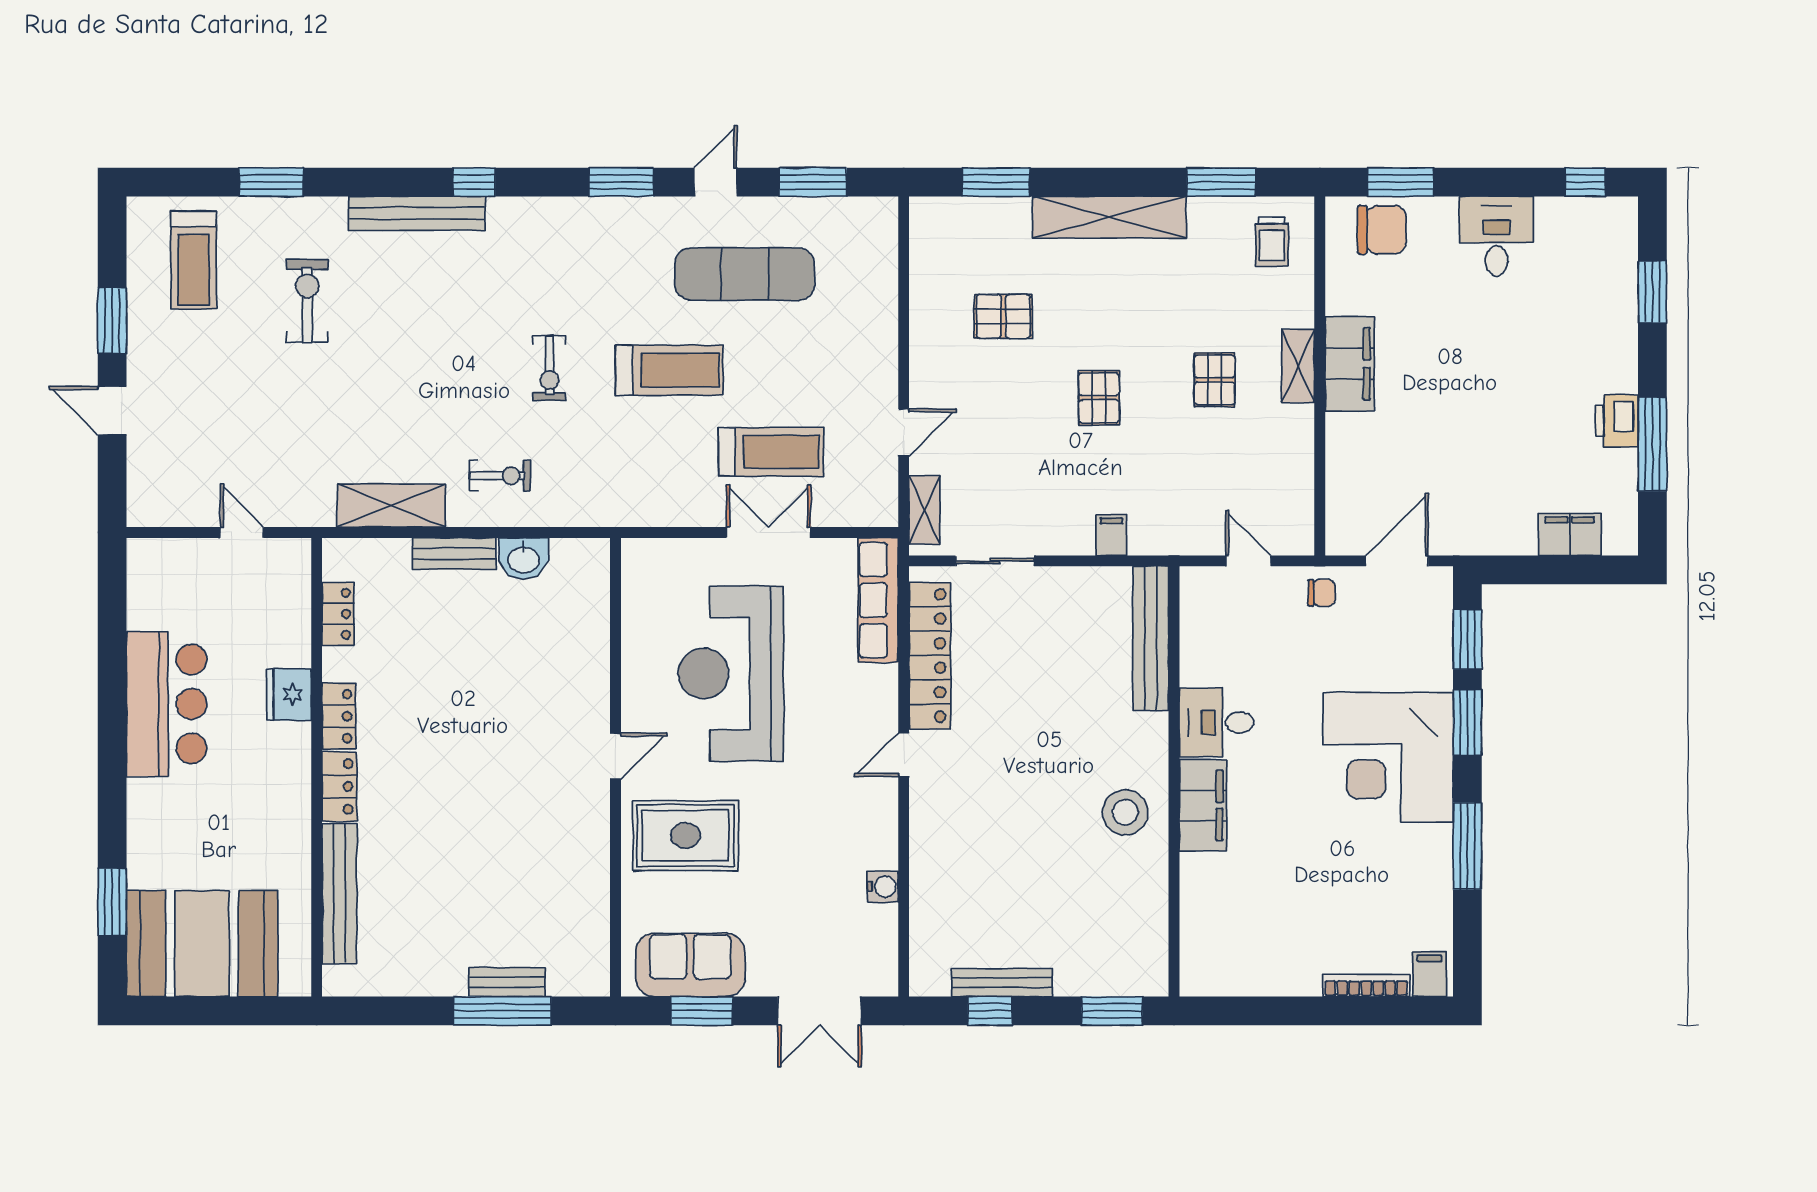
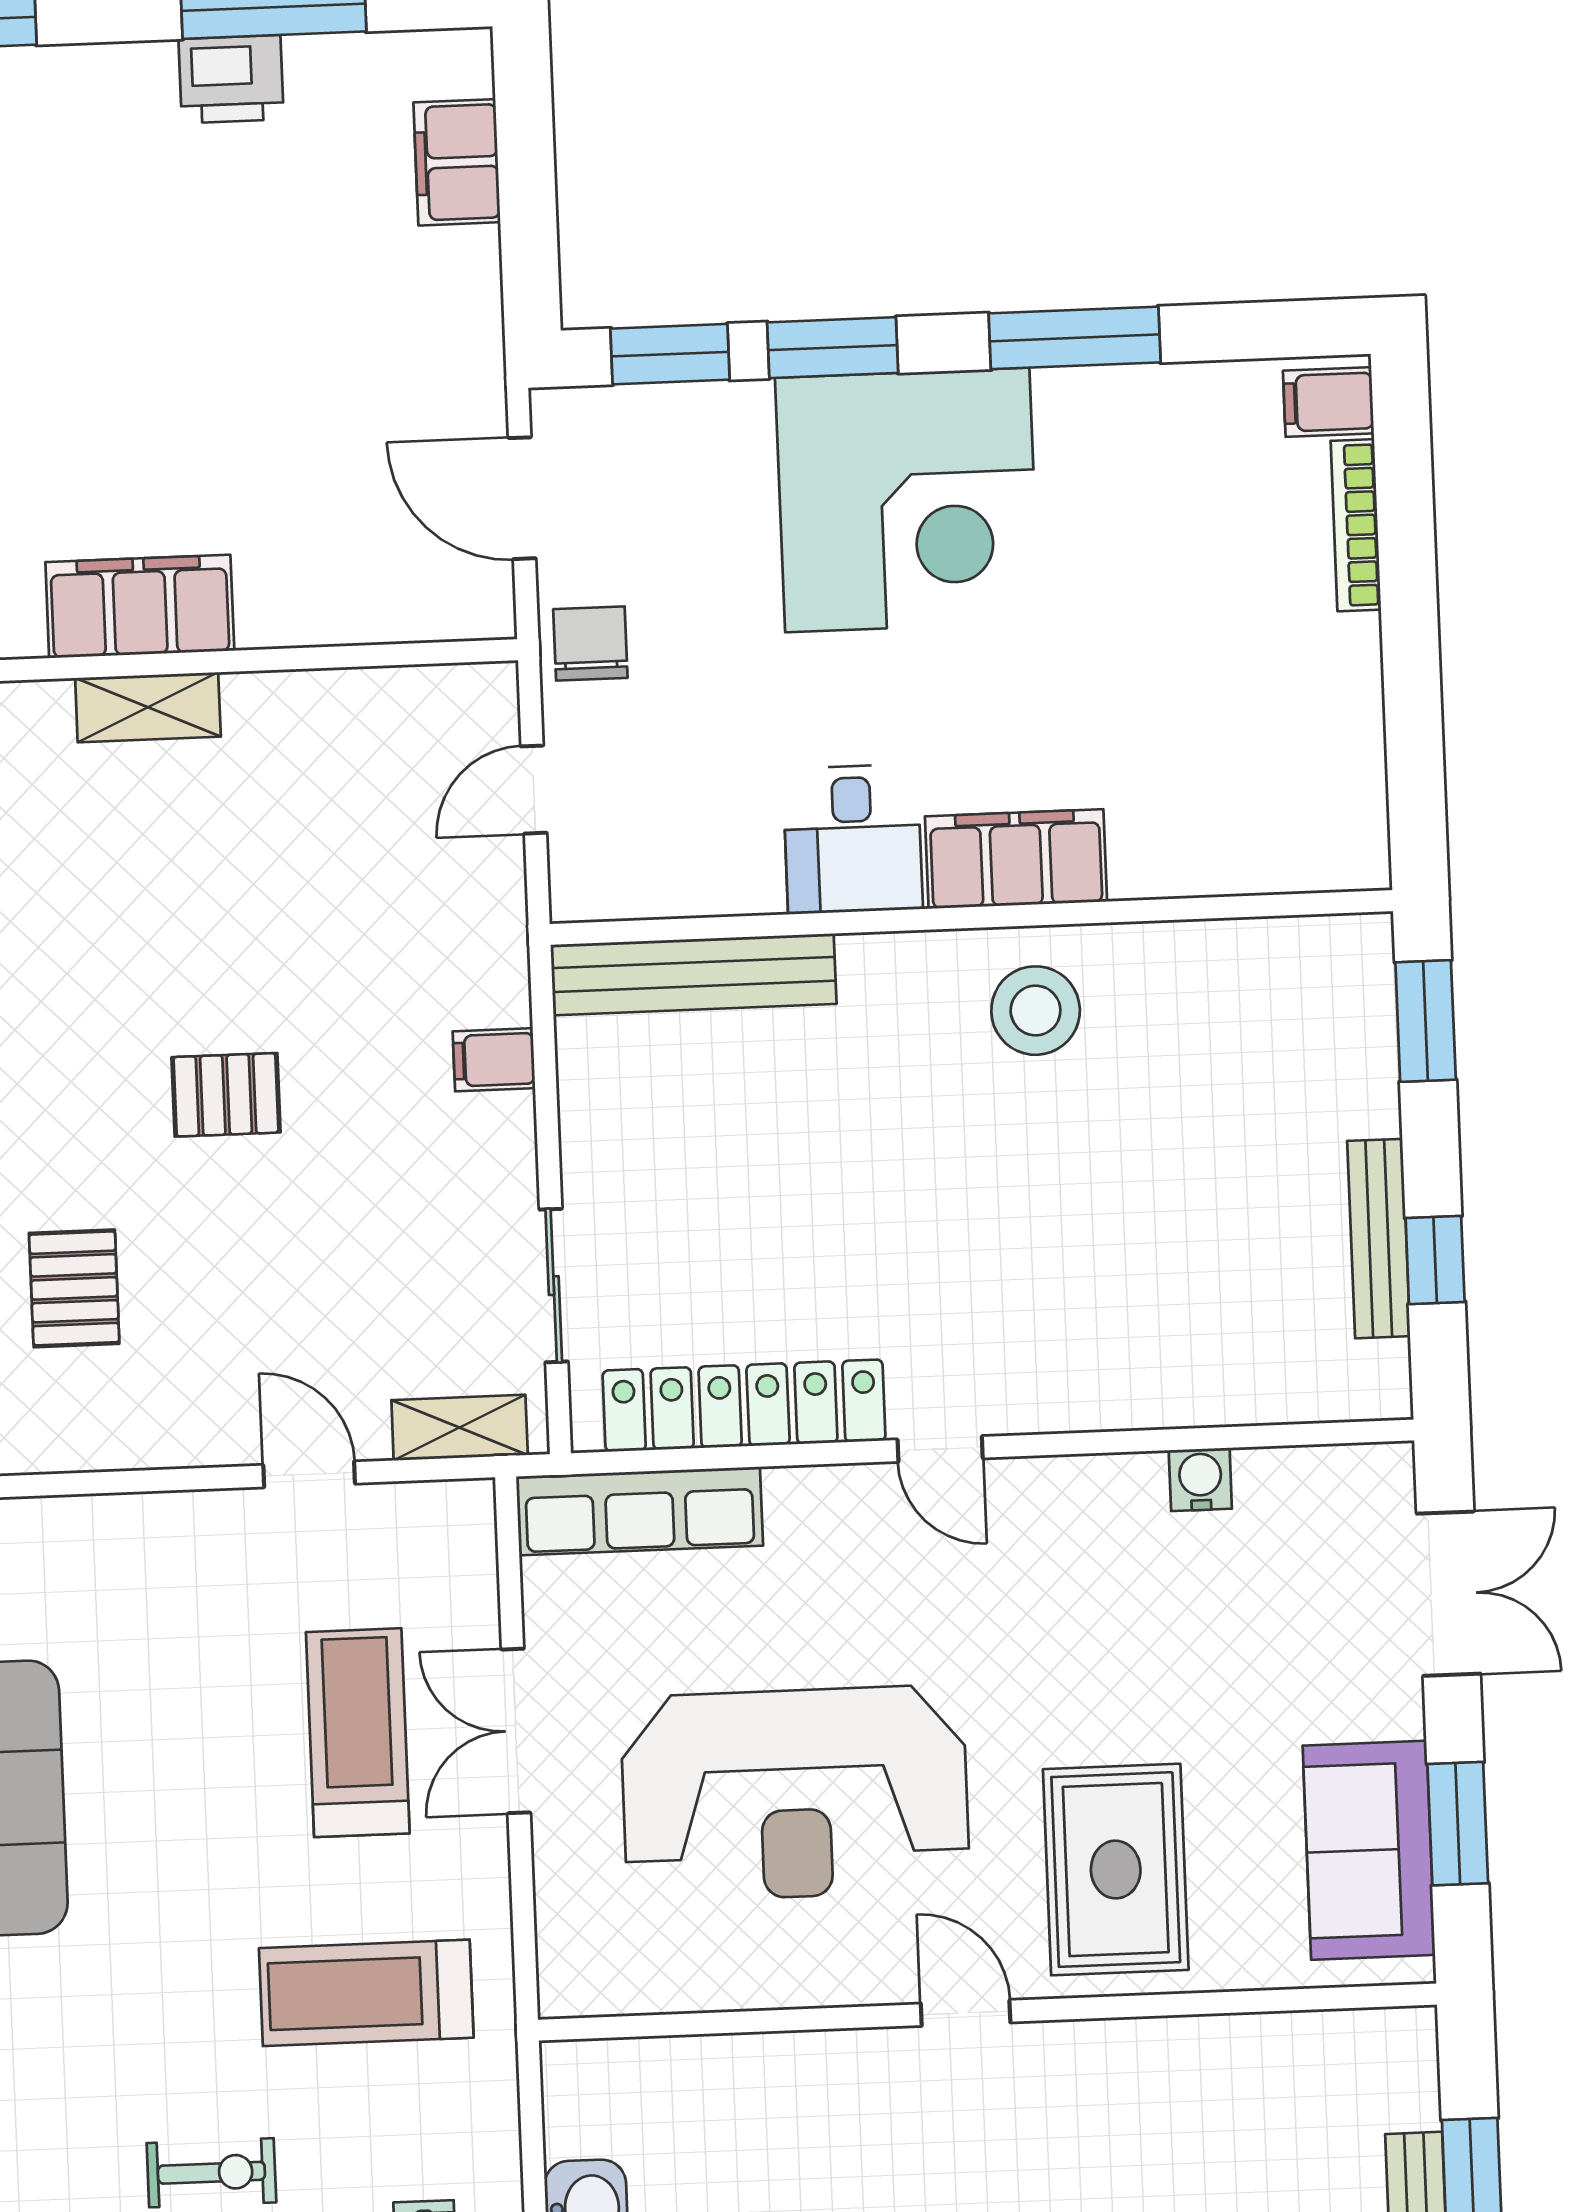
treadmill: (669, 370) -> (366, 1993), moved, turned -90
pallet: (1215, 380) -> (182, 870), removed
chair: (1322, 593) -> (590, 644), width x1.37, depth x1.37

